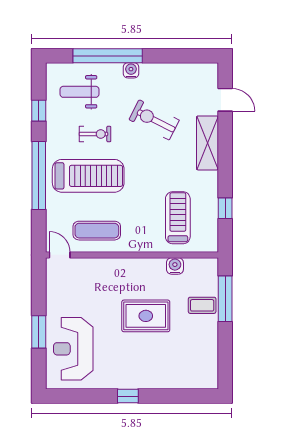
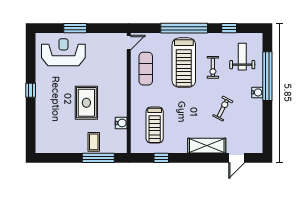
exercise bike: (154, 120) -> (223, 108), width x0.73, depth x0.72
treadmill: (178, 218) -> (155, 125), turned 90

